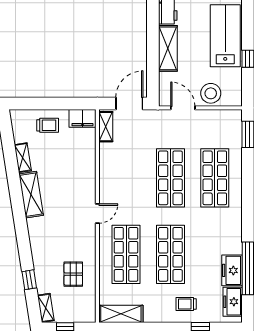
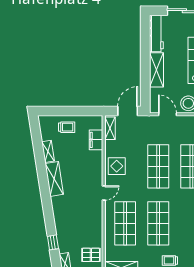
filing cabinet: (82, 118) -> (96, 140), moved, turned 90
display table: (115, 177) -> (117, 166), added
pallet: (73, 274) -> (91, 255), moved, turned 90

